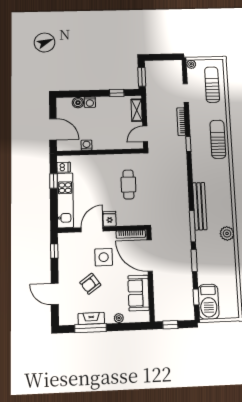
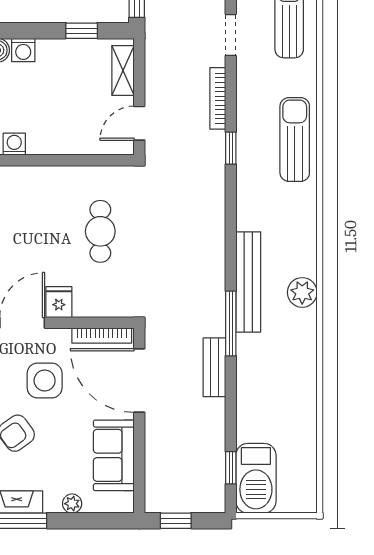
plant: (227, 233) -> (302, 292), moved
bench: (186, 248) -> (214, 367), added
window: (194, 260) -> (231, 394), removed

